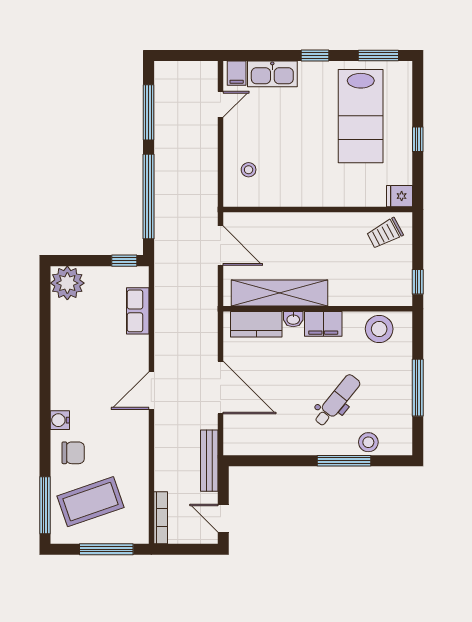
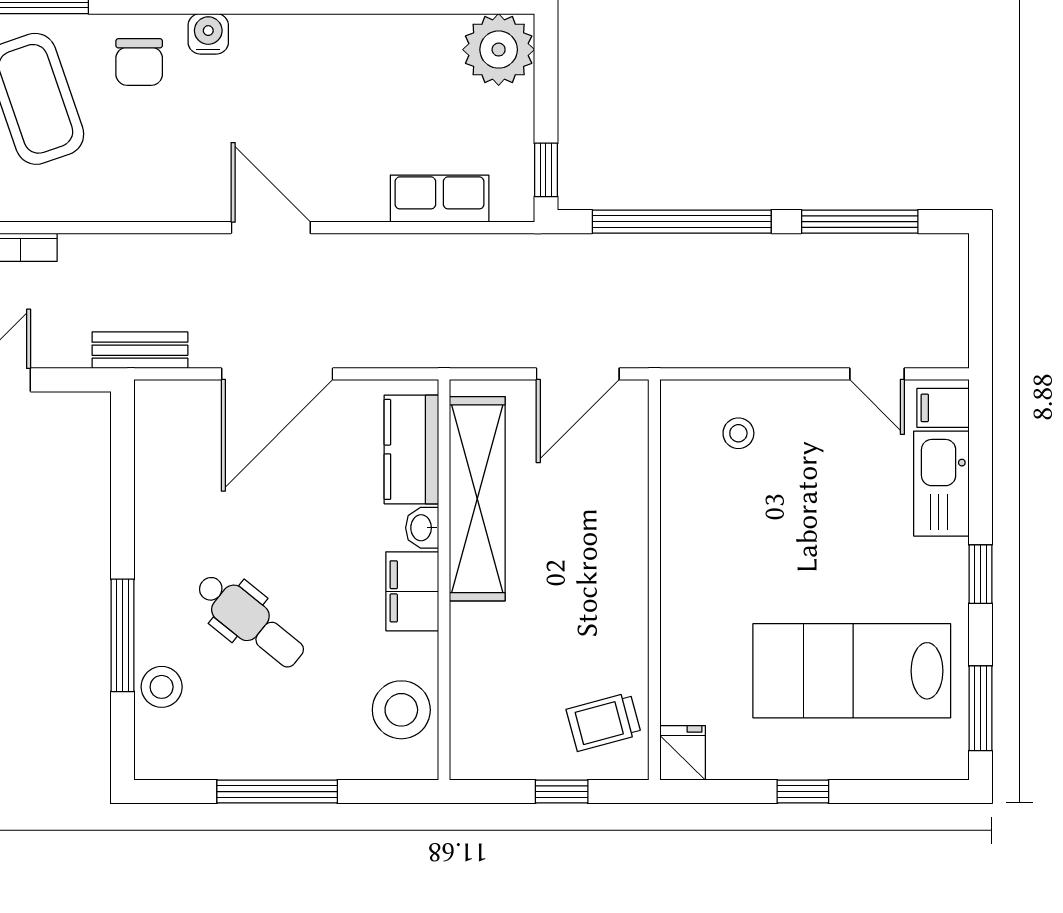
trolley: (385, 233) -> (604, 722), turned -77
window: (418, 282) -> (562, 792), moved
bench: (209, 461) -> (140, 350), width x0.73

